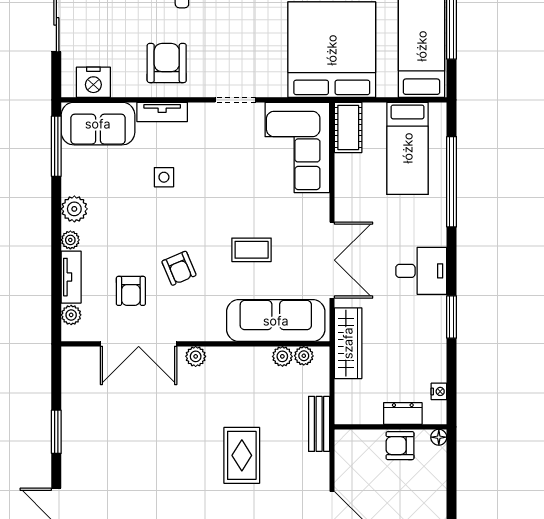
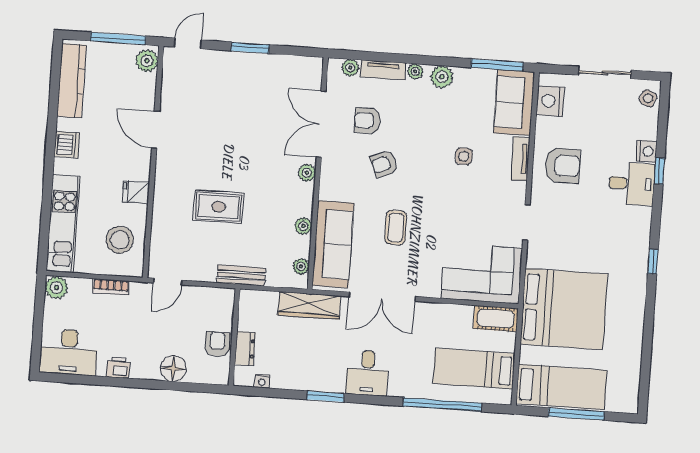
plant: (282, 356) -> (303, 226), moved
floor lamp: (439, 437) -> (173, 369), moved, width x1.89, depth x1.89

